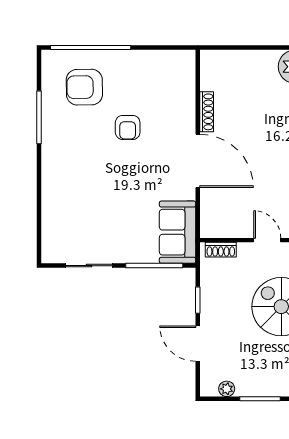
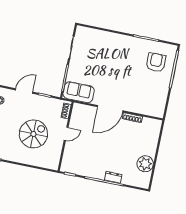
armchair: (128, 127) -> (133, 79), removed

